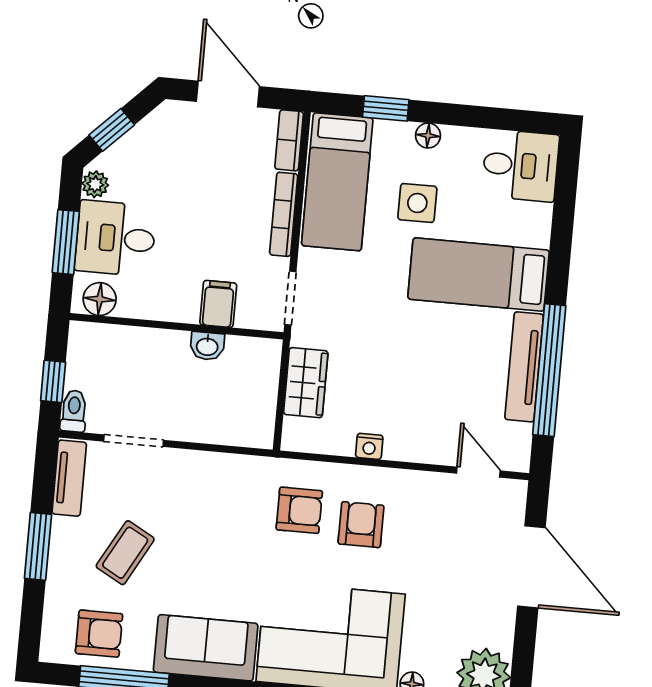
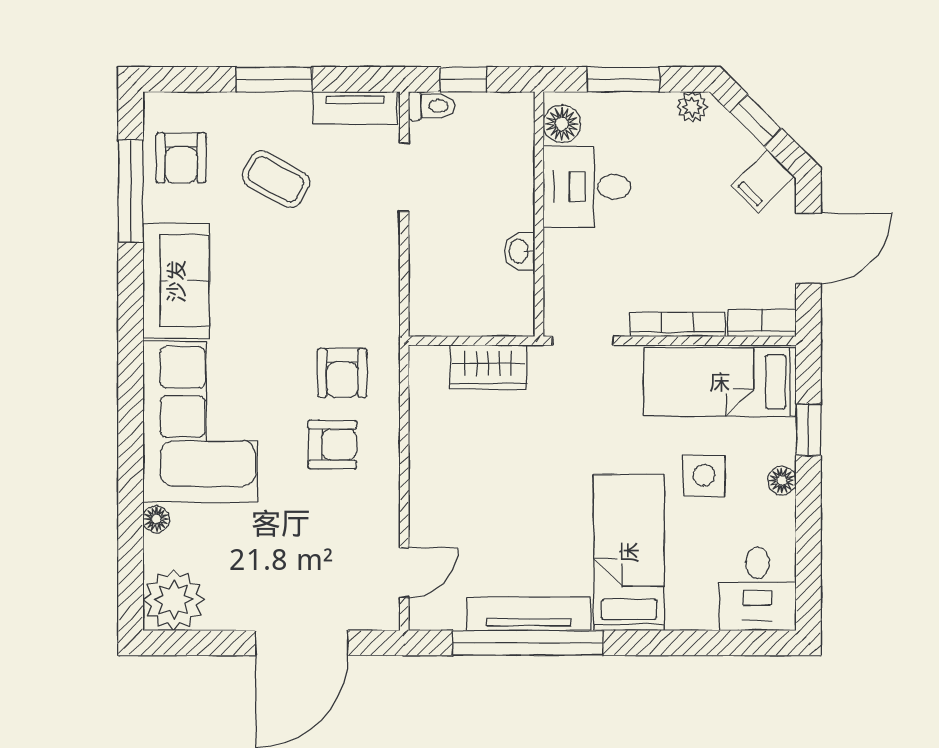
desk: (115, 238) -> (587, 187), moved, turned -90
filing cabinet: (218, 304) -> (763, 181), moved, turned 135
nightstand: (369, 446) -> (422, 446), removed

